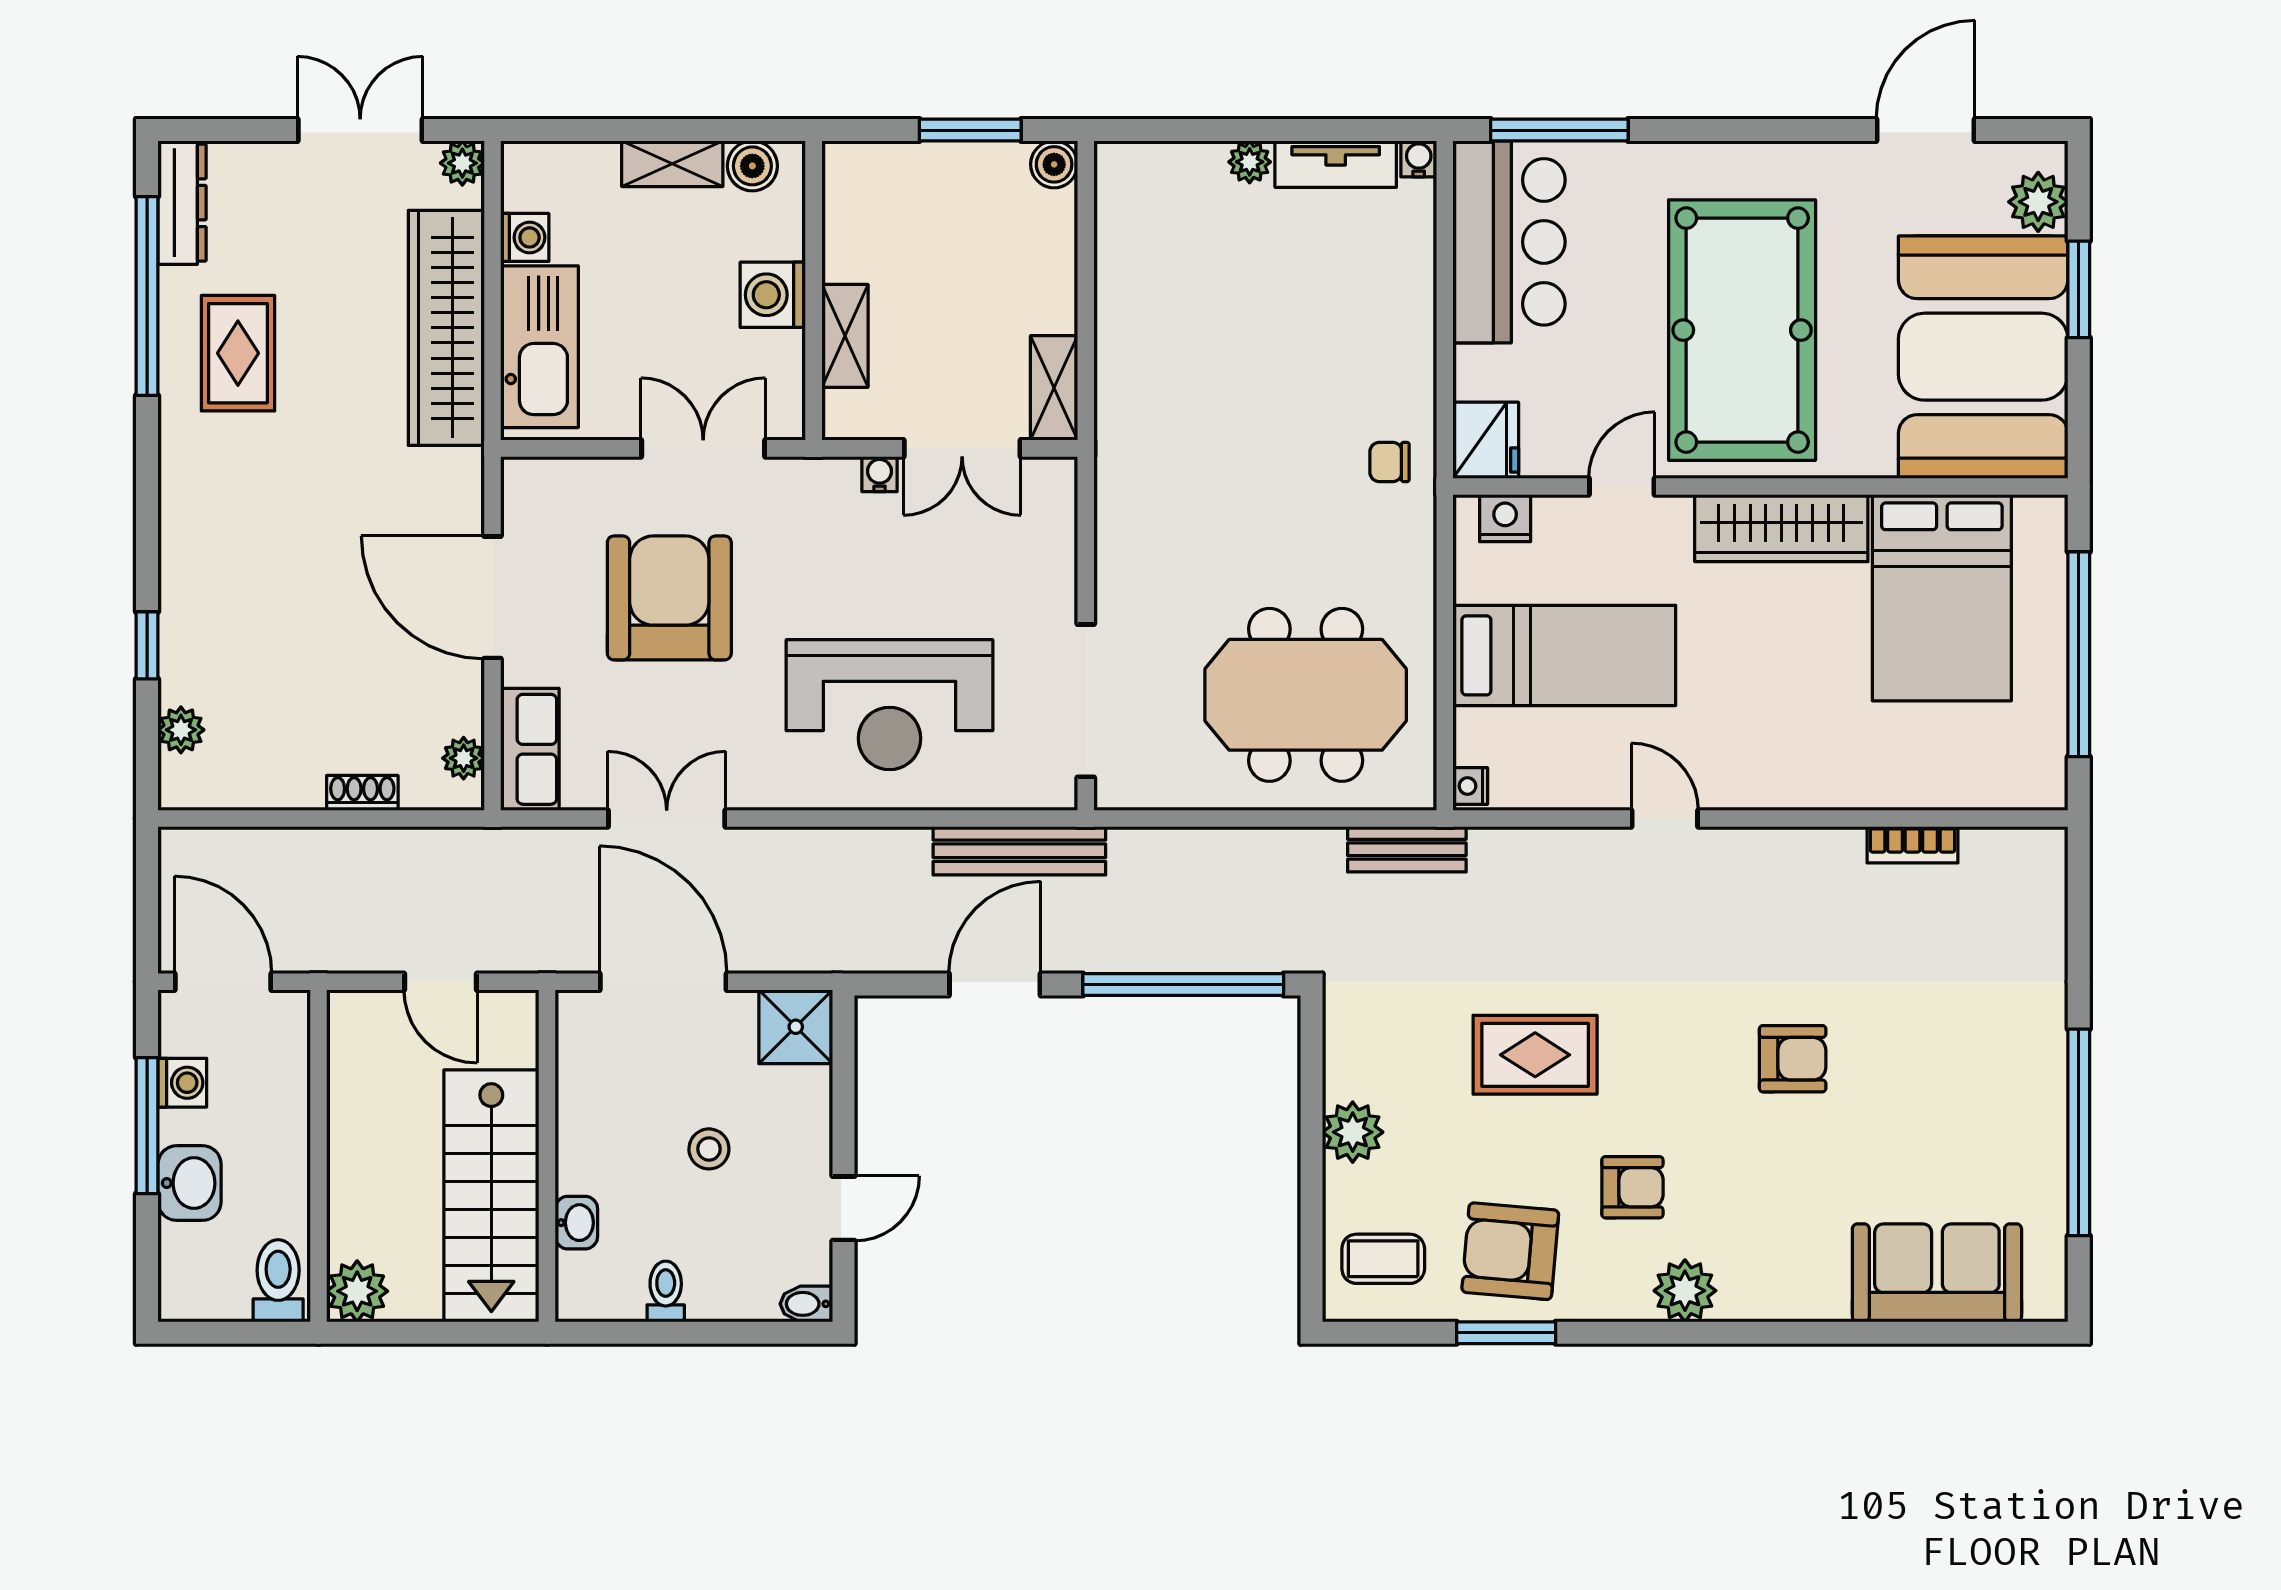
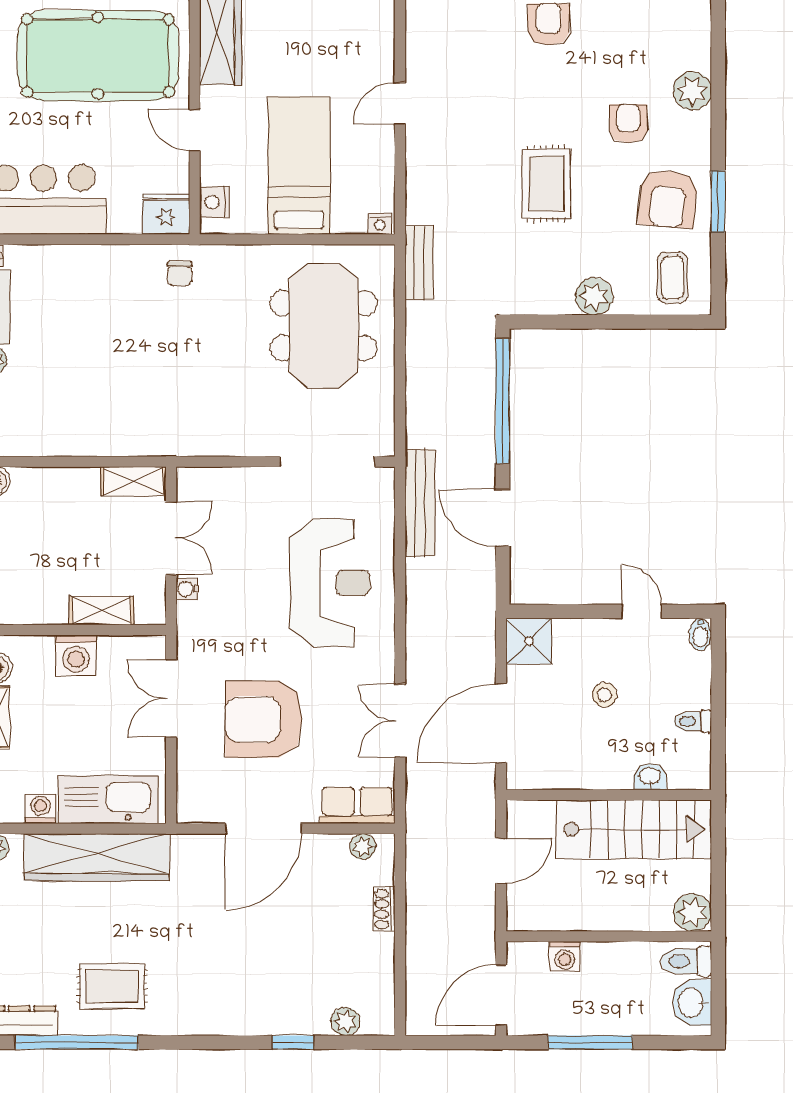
washing machine: (182, 1083) -> (565, 956), moved, turned 180
washbasin: (190, 1183) -> (692, 1002), moved, turned -90

